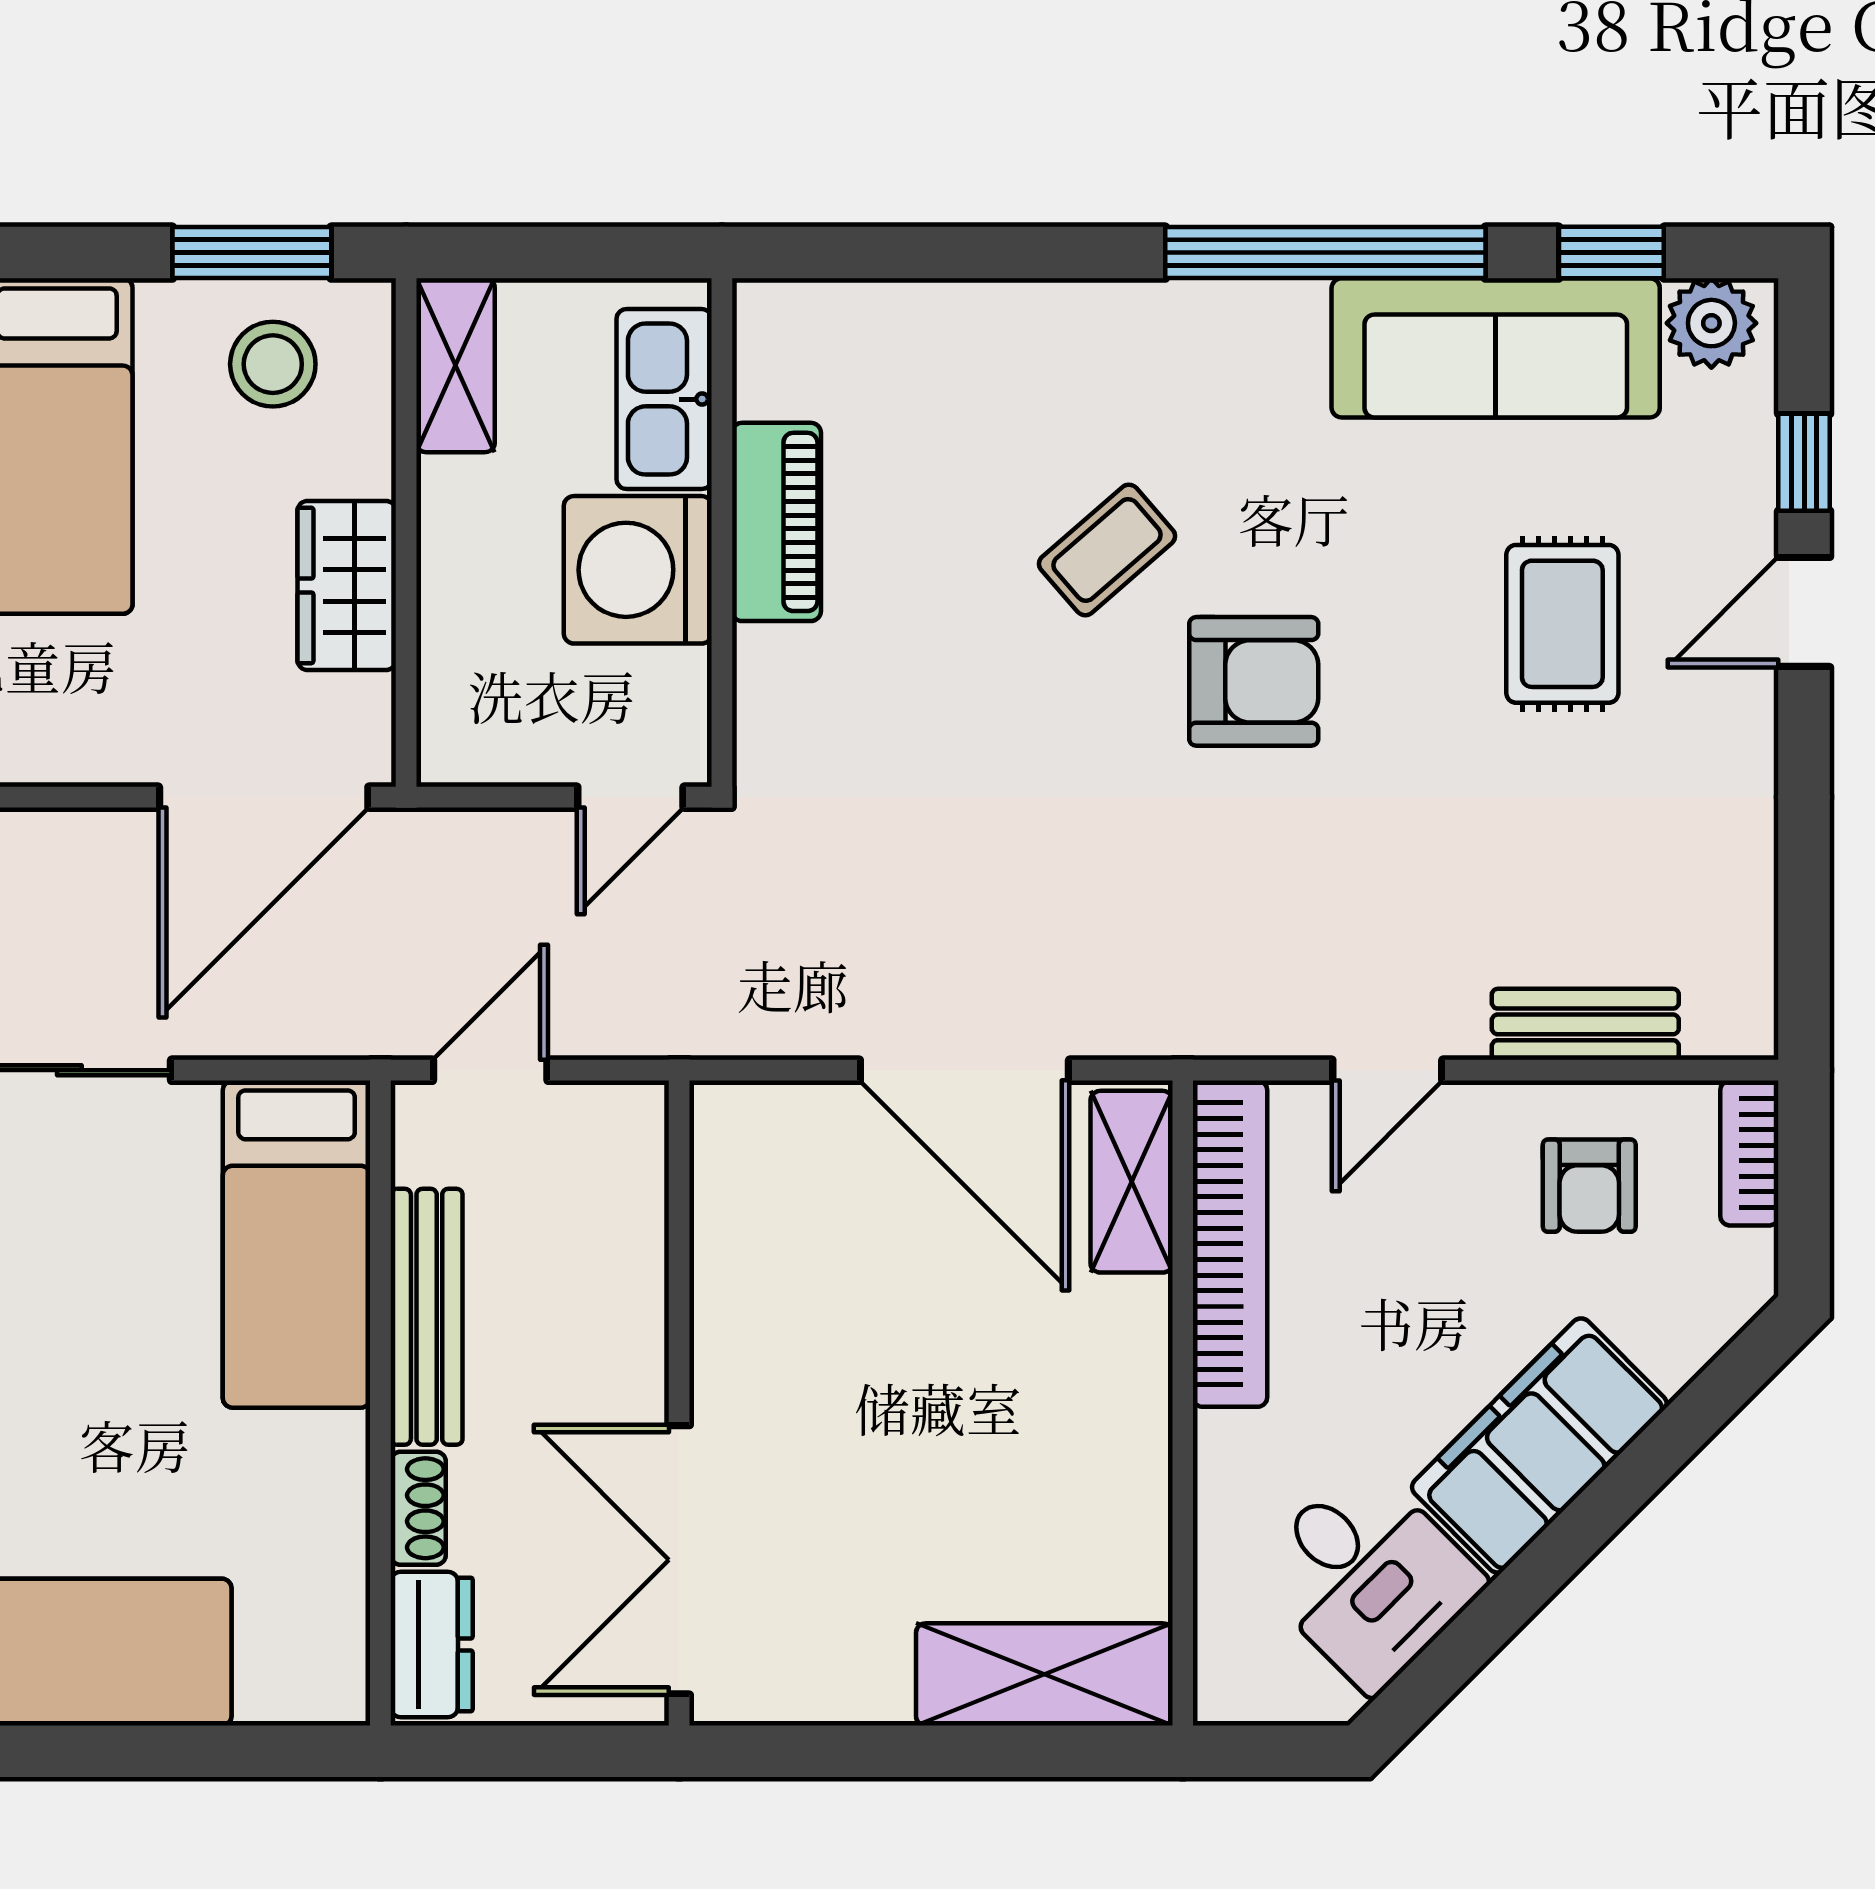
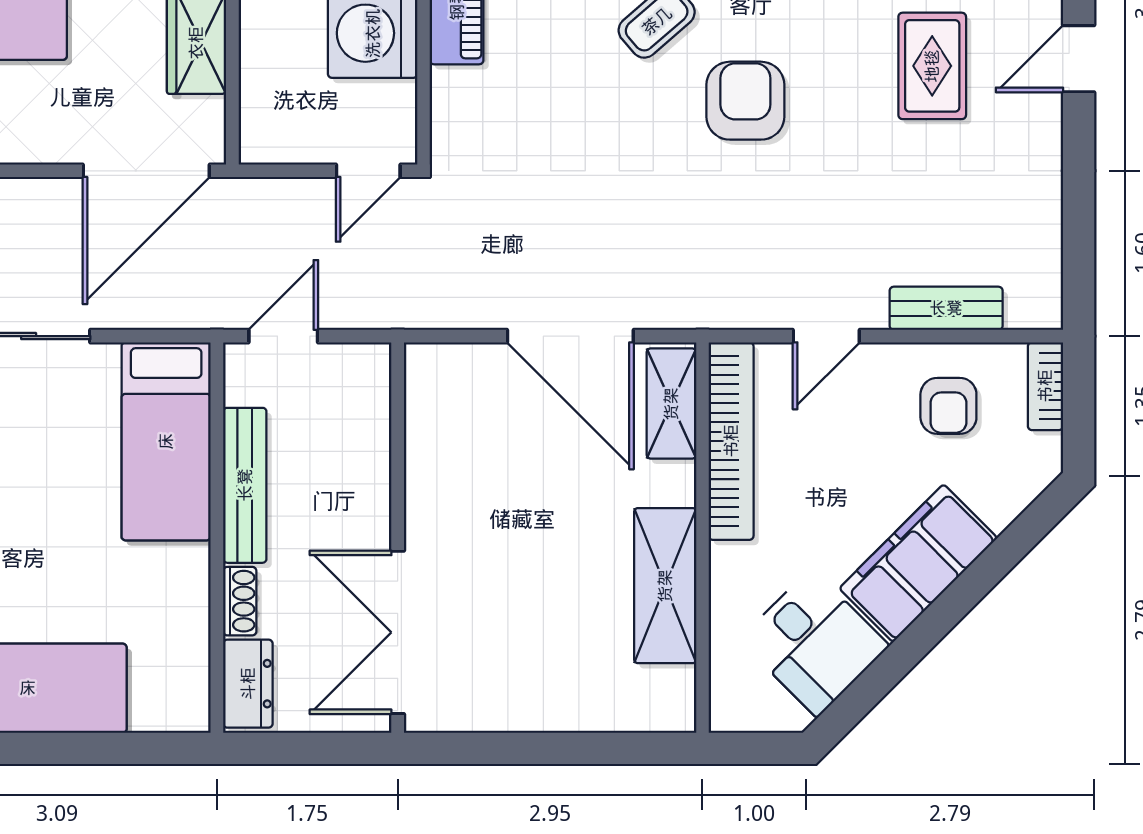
armchair: (1254, 681) -> (745, 101), turned -90
shelving: (1044, 1674) -> (665, 586), moved, turned 90

